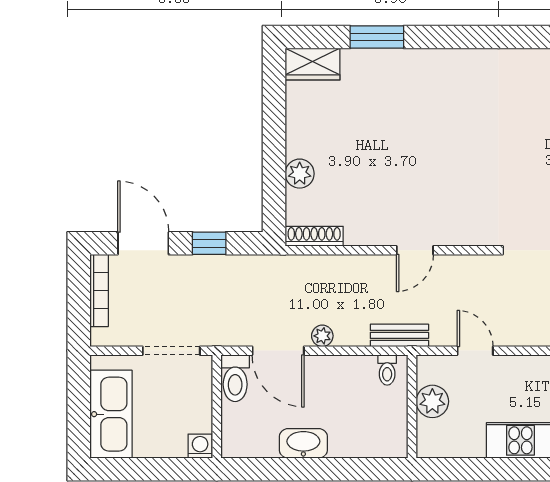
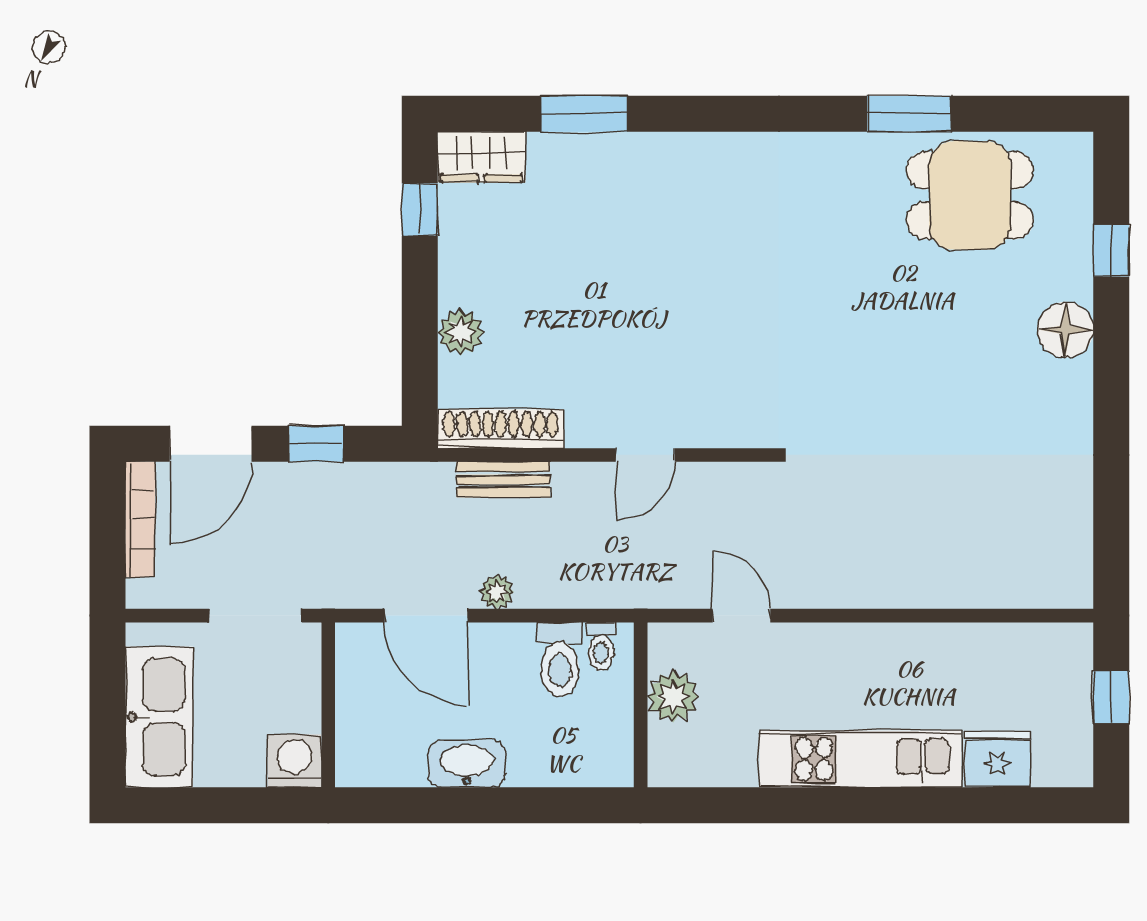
window: (274, 97) -> (420, 210), added
shoe rack: (314, 236) -> (501, 429), width x1.36, depth x1.24
door: (143, 243) -> (211, 444), swing flipped
bench: (399, 335) -> (503, 480), moved
toilet: (235, 378) -> (560, 660), moved
washing machine: (200, 446) -> (294, 761), width x1.38, depth x1.38

